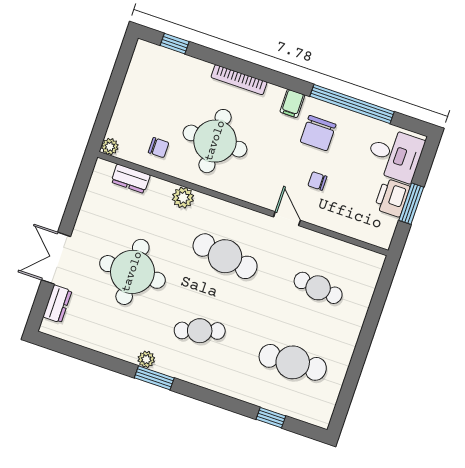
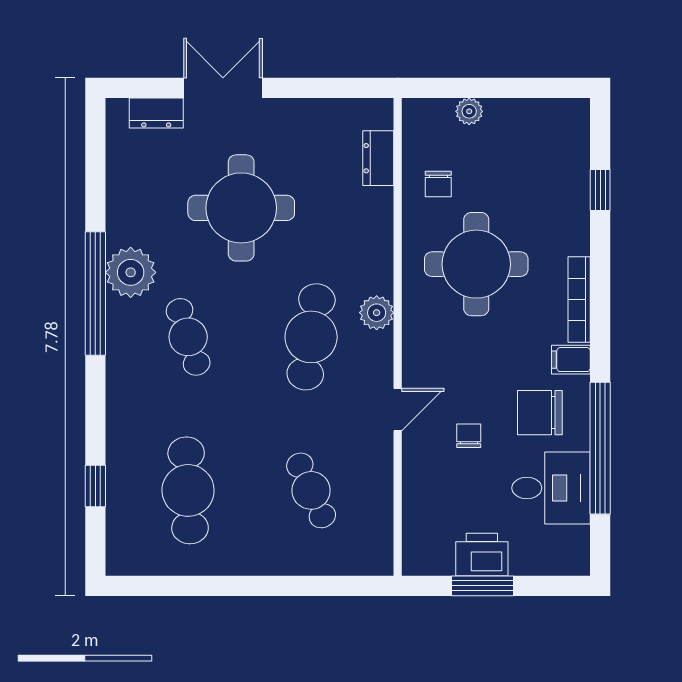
window: (175, 44) -> (600, 190), moved
bookcase: (239, 80) -> (579, 300), moved
plant: (110, 147) -> (469, 111), moved
desk: (395, 155) -> (551, 488), moved, turned -90
plant: (183, 198) -> (377, 313), moved
cafe table: (318, 288) -> (311, 490), turned -30
plant: (146, 359) -> (131, 272), width x1.88, depth x1.88
window: (154, 378) -> (95, 294), width x2.11

